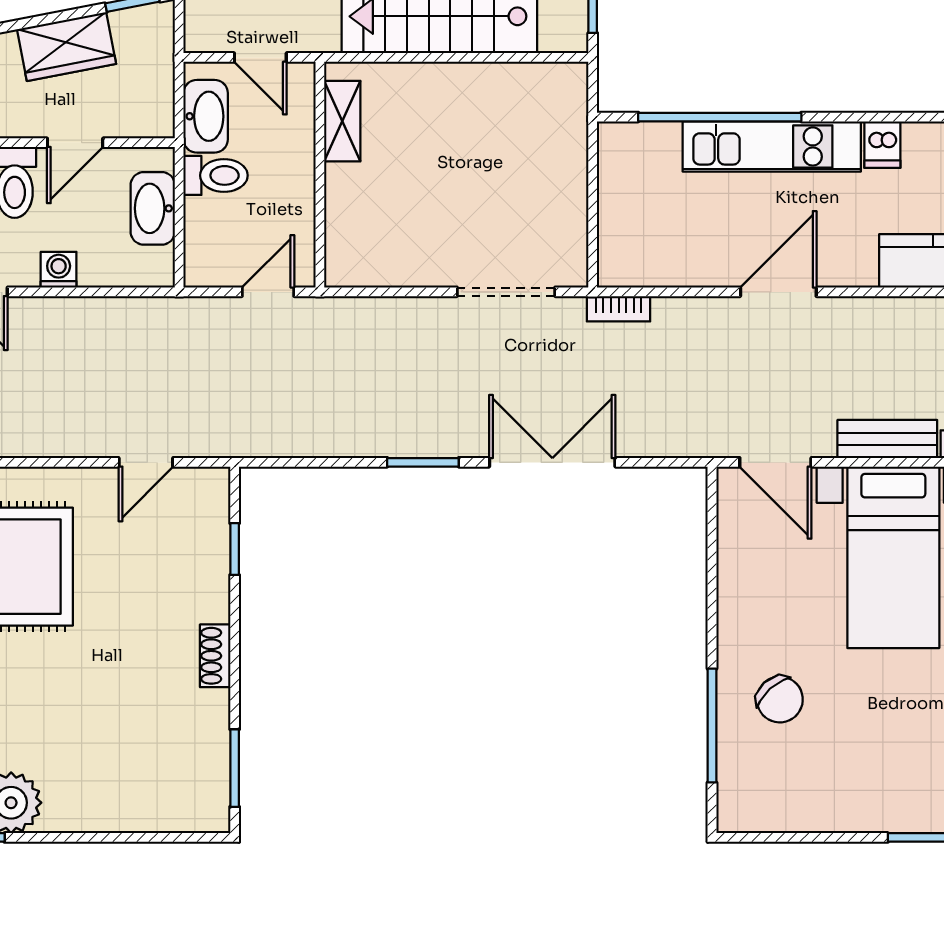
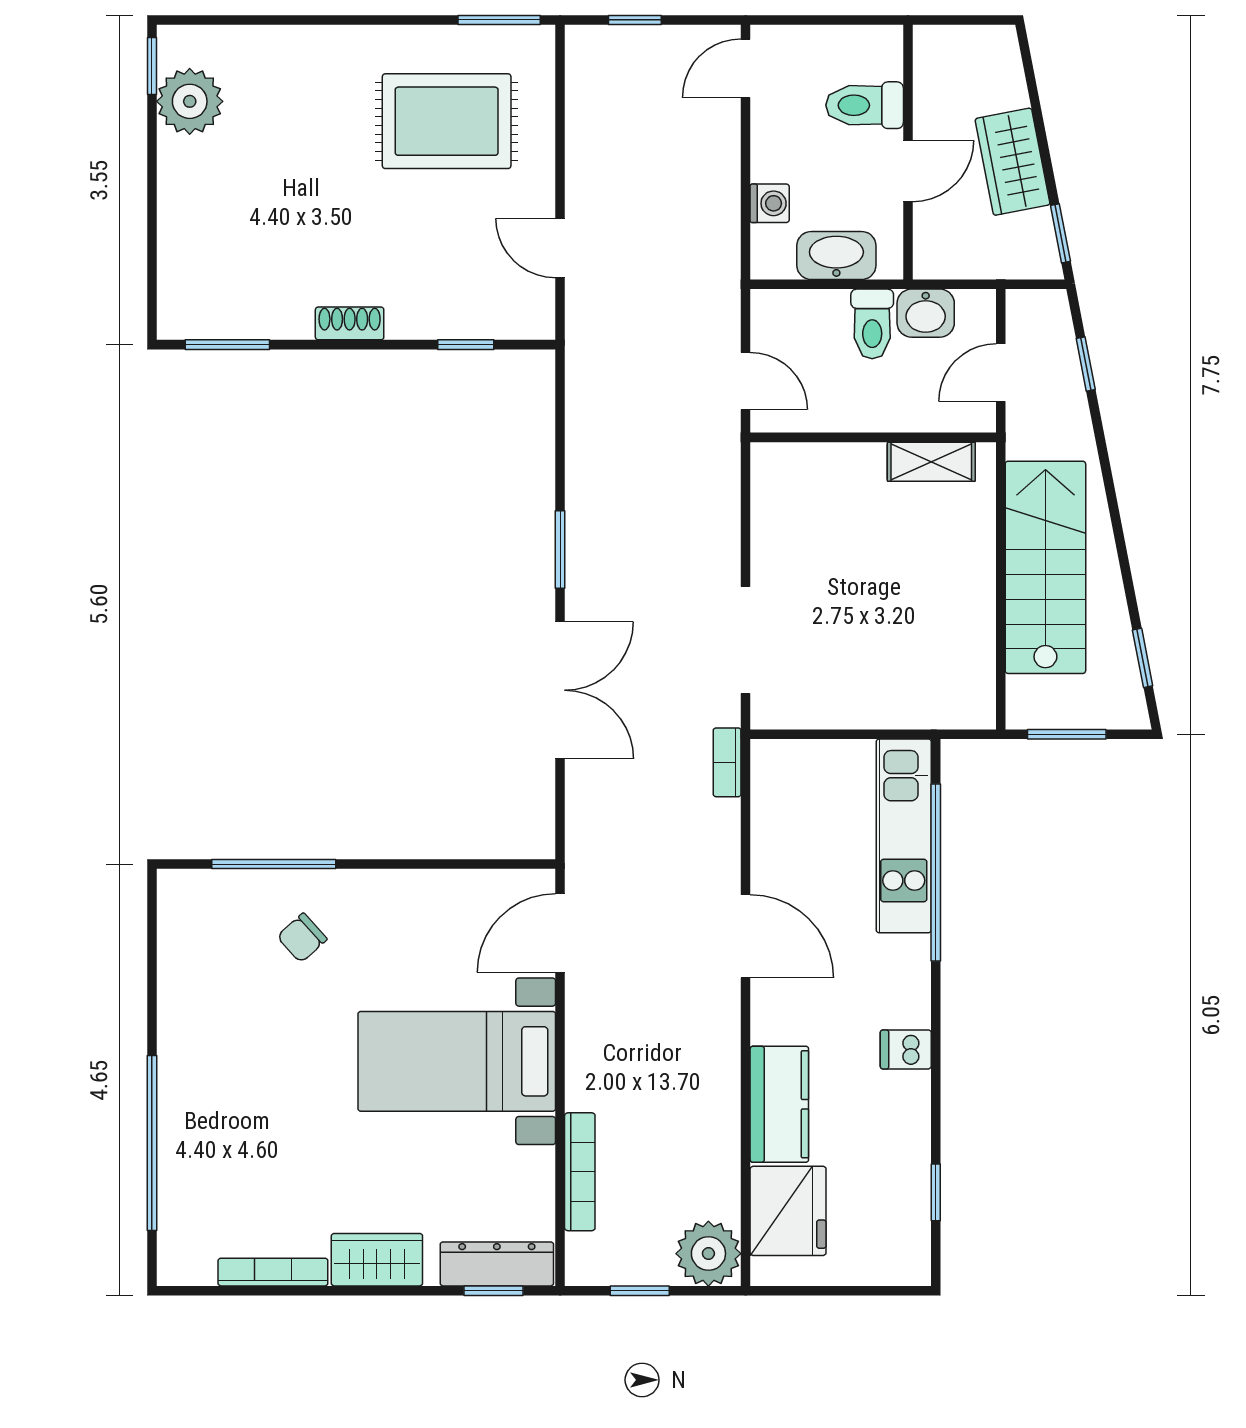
washbasin: (206, 116) -> (926, 313), width x0.72
door: (75, 143) -> (908, 171), swing flipped
kitchen unit: (772, 146) -> (904, 836), moved
washing machine: (59, 270) -> (770, 203), moved
bench: (887, 439) -> (585, 1055), removed
chair: (780, 699) -> (302, 938), width x0.73, depth x0.73

